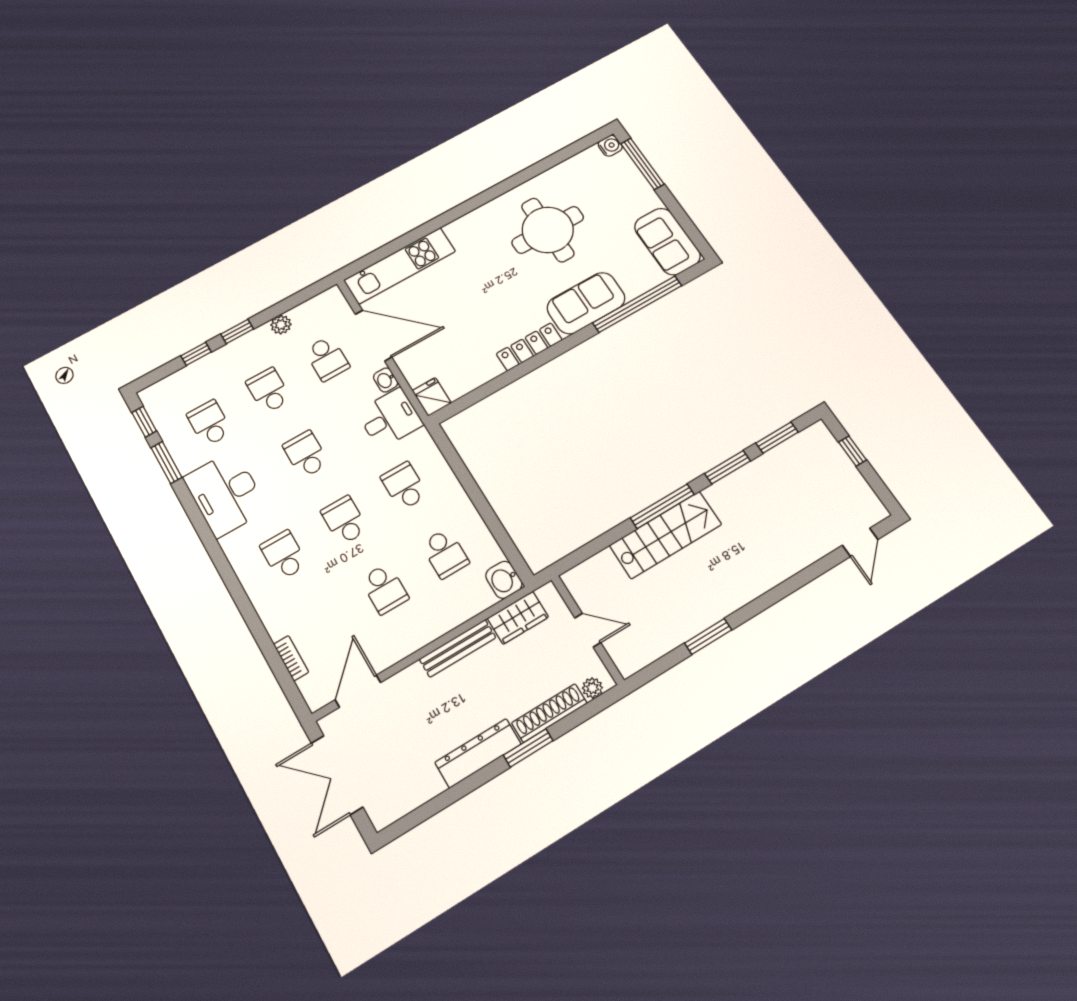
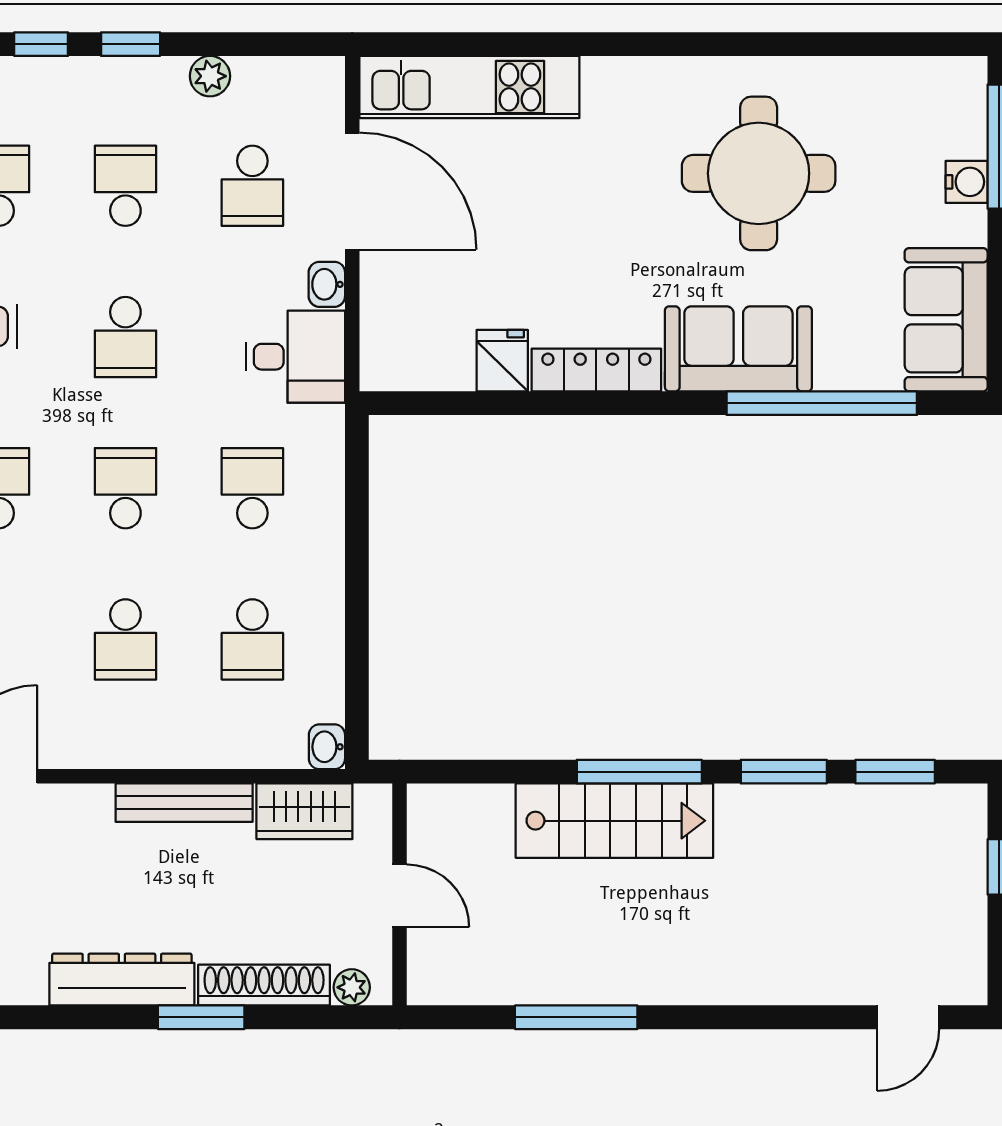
water cooler: (610, 146) -> (967, 182), moved
fridge: (432, 397) -> (502, 361), moved
school desk: (306, 454) -> (125, 337), turned 180
washbasin: (504, 580) -> (327, 747), width x0.72, depth x0.69
window: (708, 637) -> (576, 1017), width x1.44

